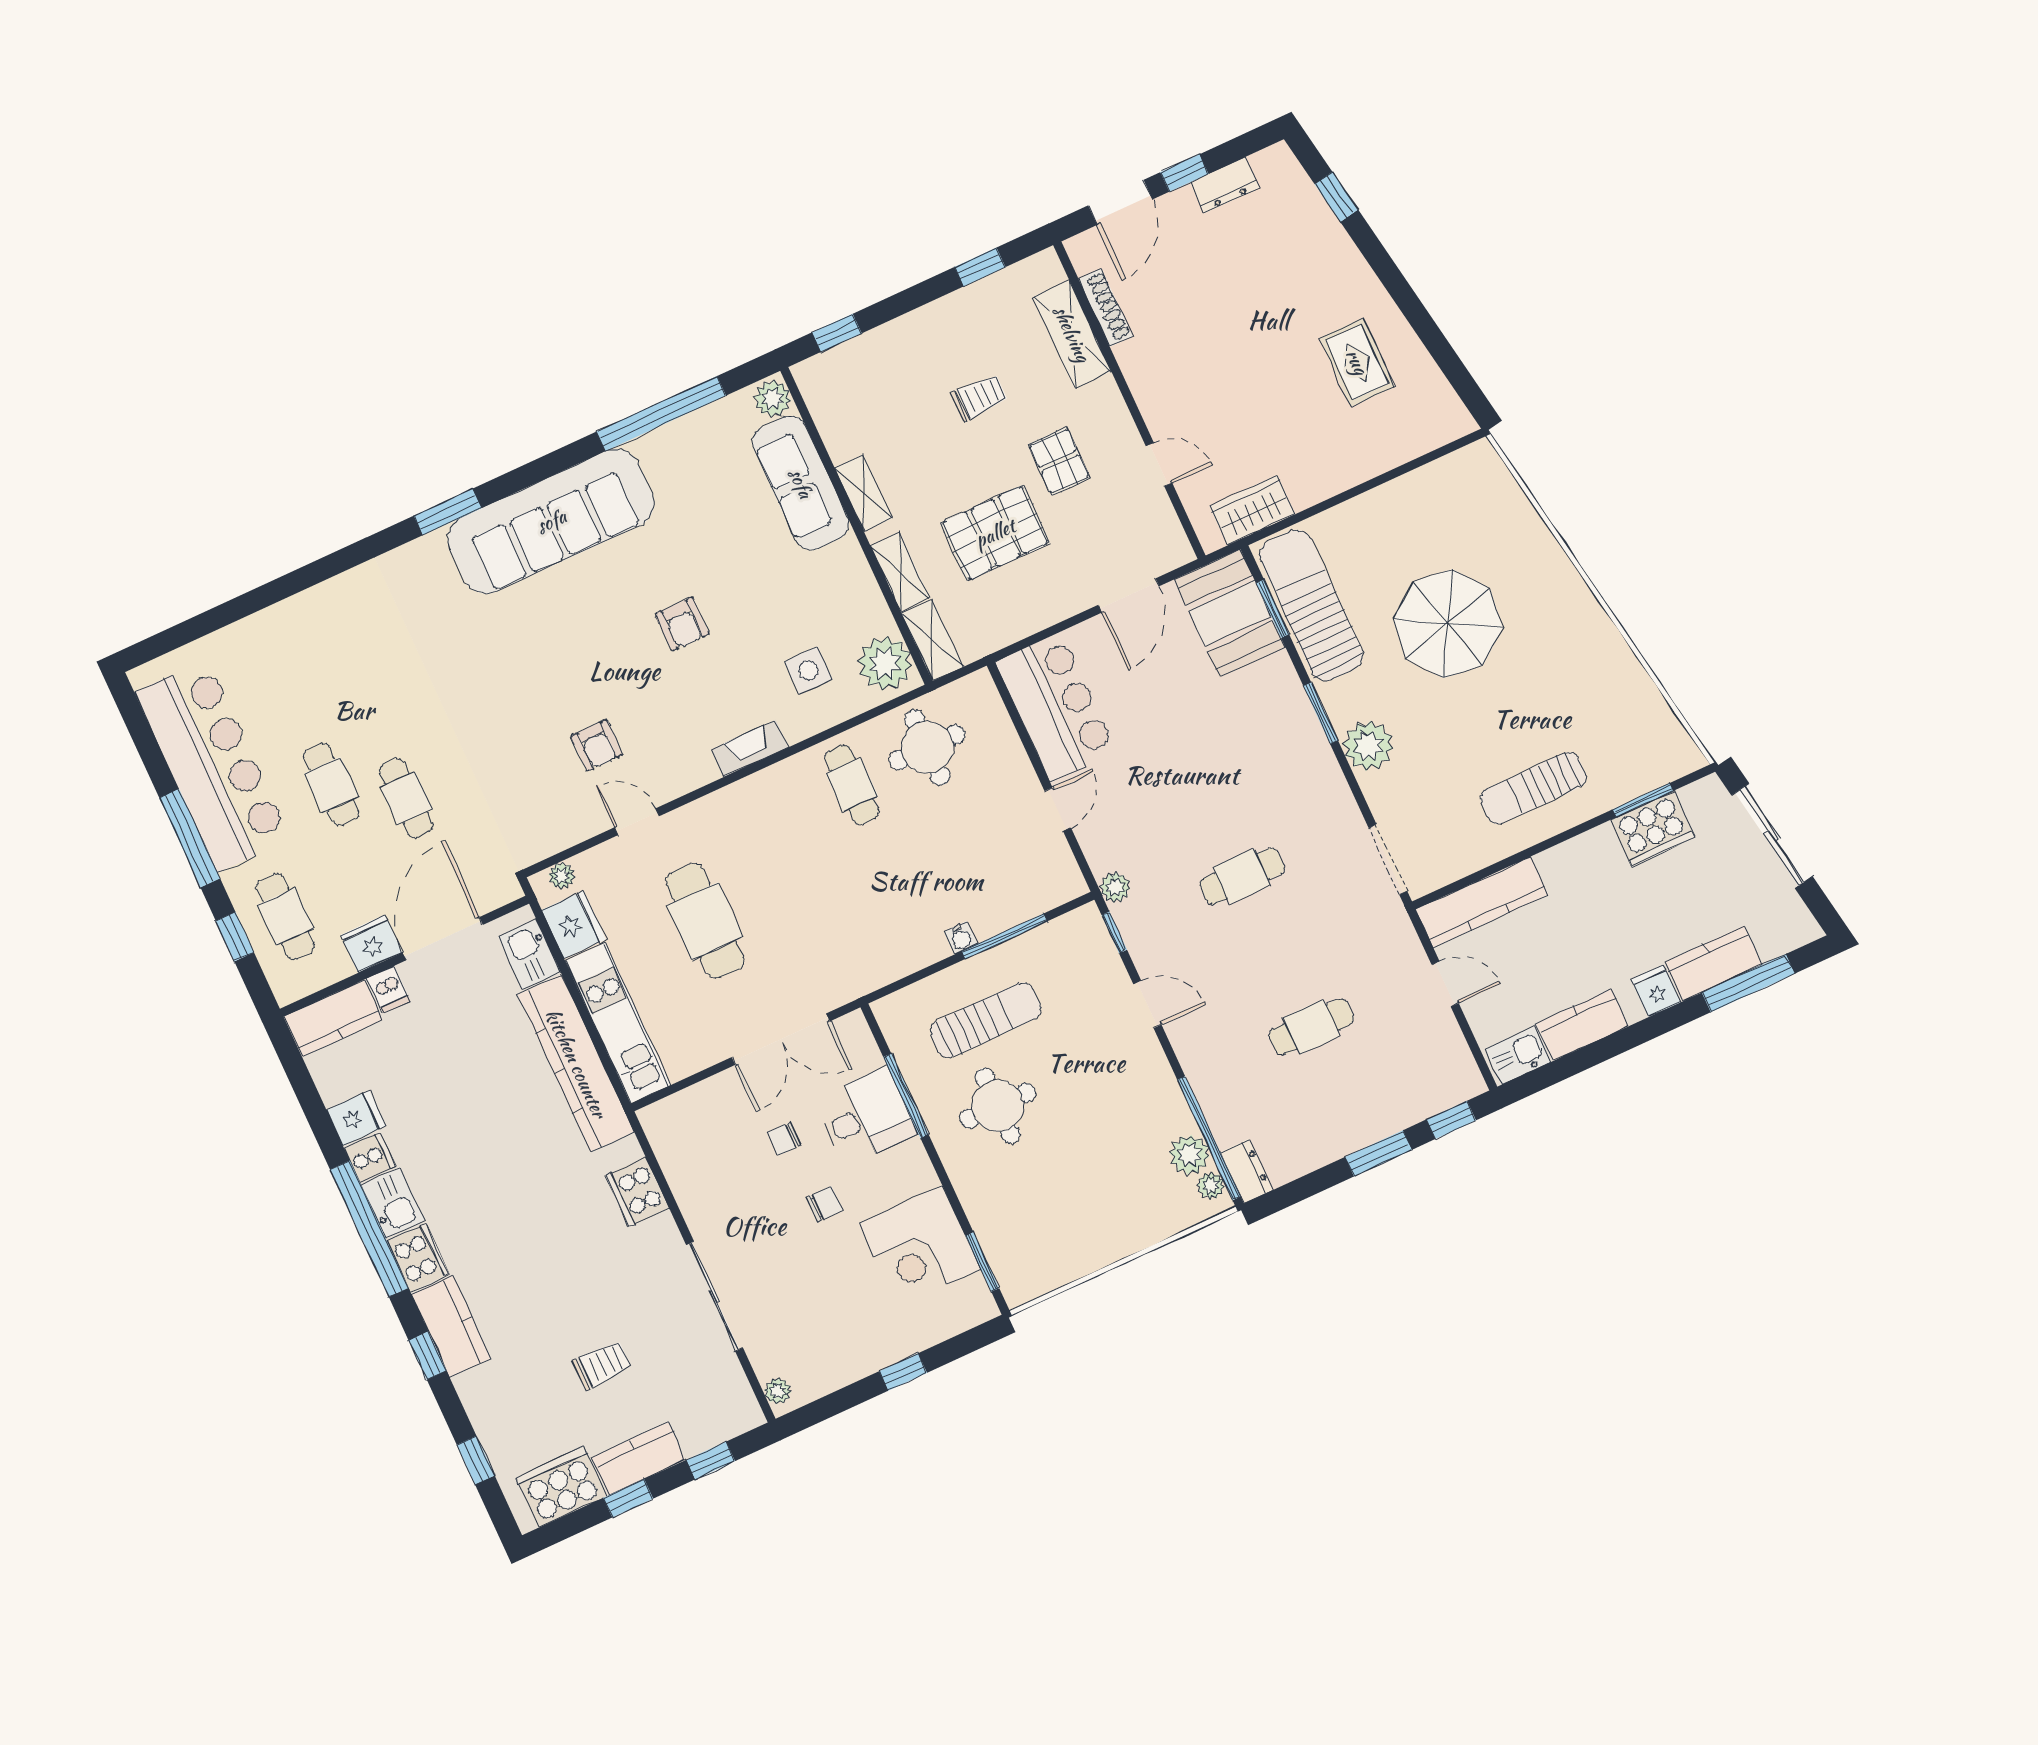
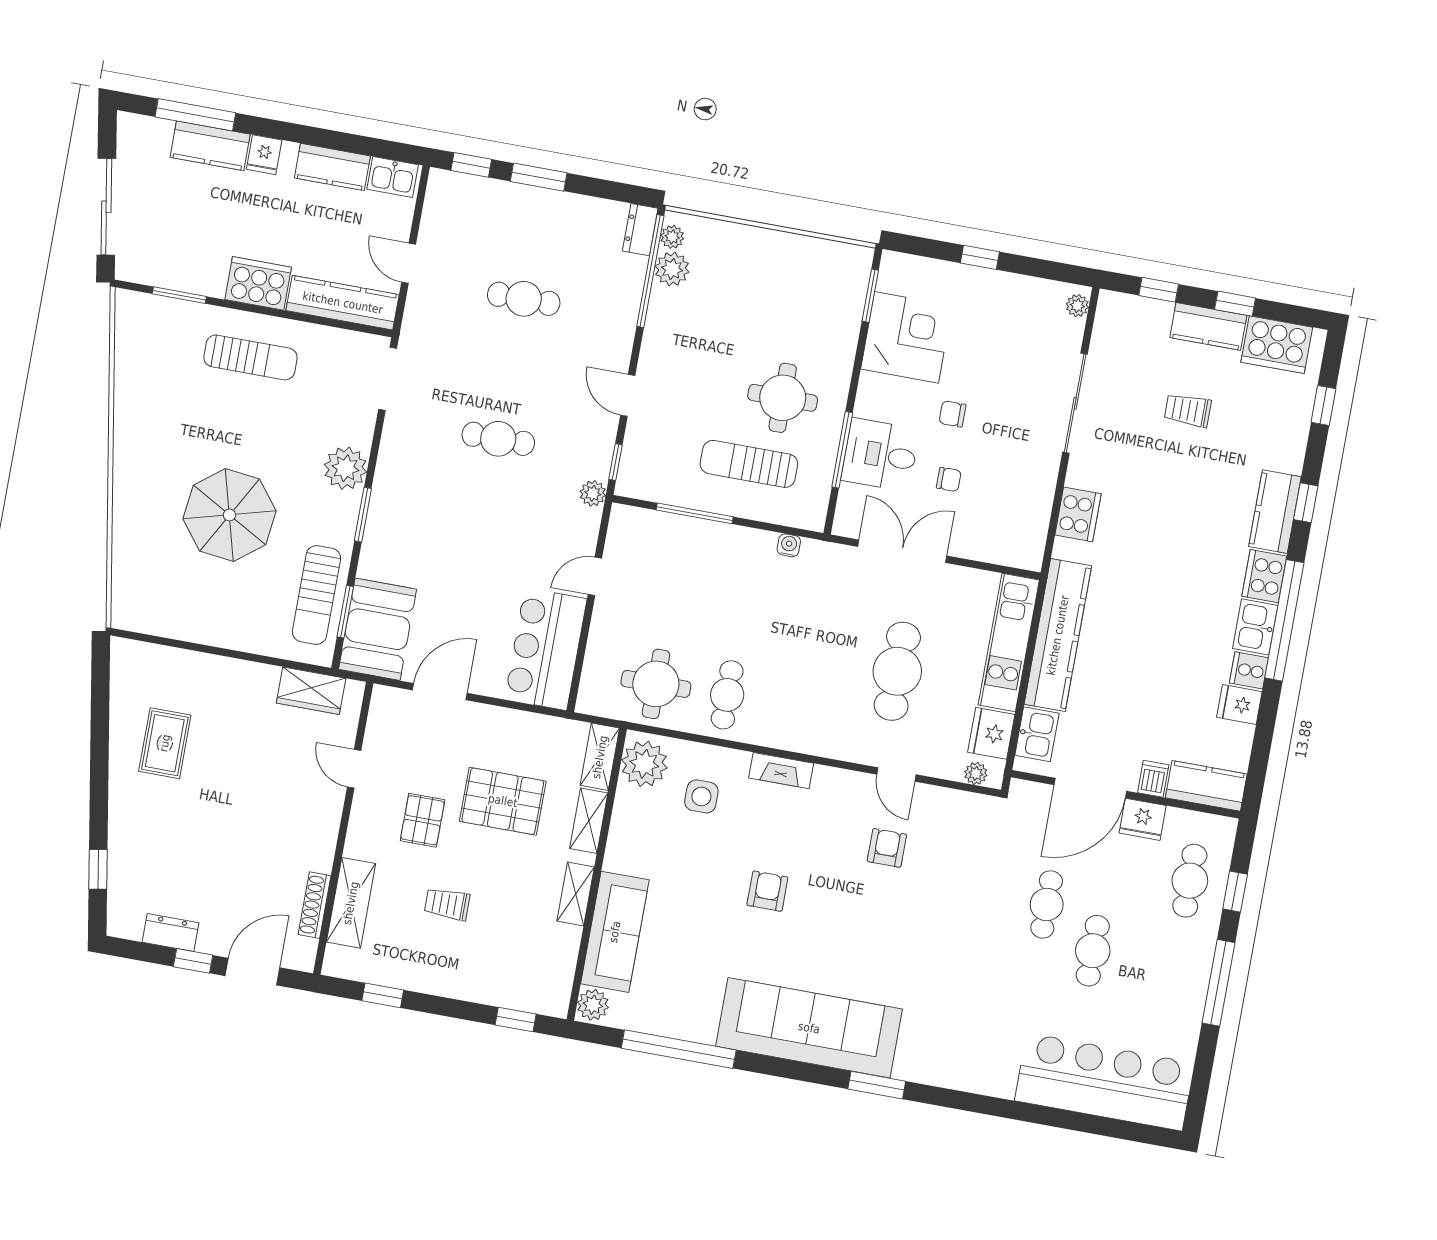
sun lounger: (1311, 605) -> (316, 595), width x0.73, depth x0.75
bar counter: (213, 766) -> (1104, 1082), moved, turned 90
cooker: (1653, 829) -> (258, 283), moved
water cooler: (961, 938) -> (789, 545), moved

